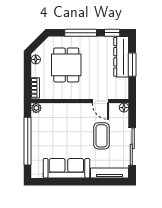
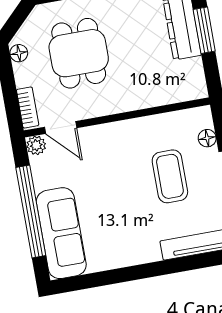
door: (100, 101) -> (61, 128), moved
floor lamp: (124, 108) -> (207, 138), moved
sofa: (66, 168) -> (61, 233), moved, turned 90

